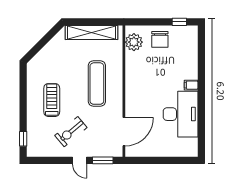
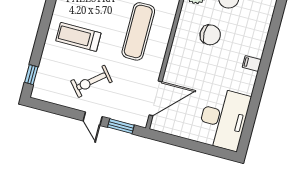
chair: (153, 71) -> (210, 35), added
treadmill: (52, 100) -> (78, 37), turned -90
desk: (181, 114) -> (223, 119), moved

